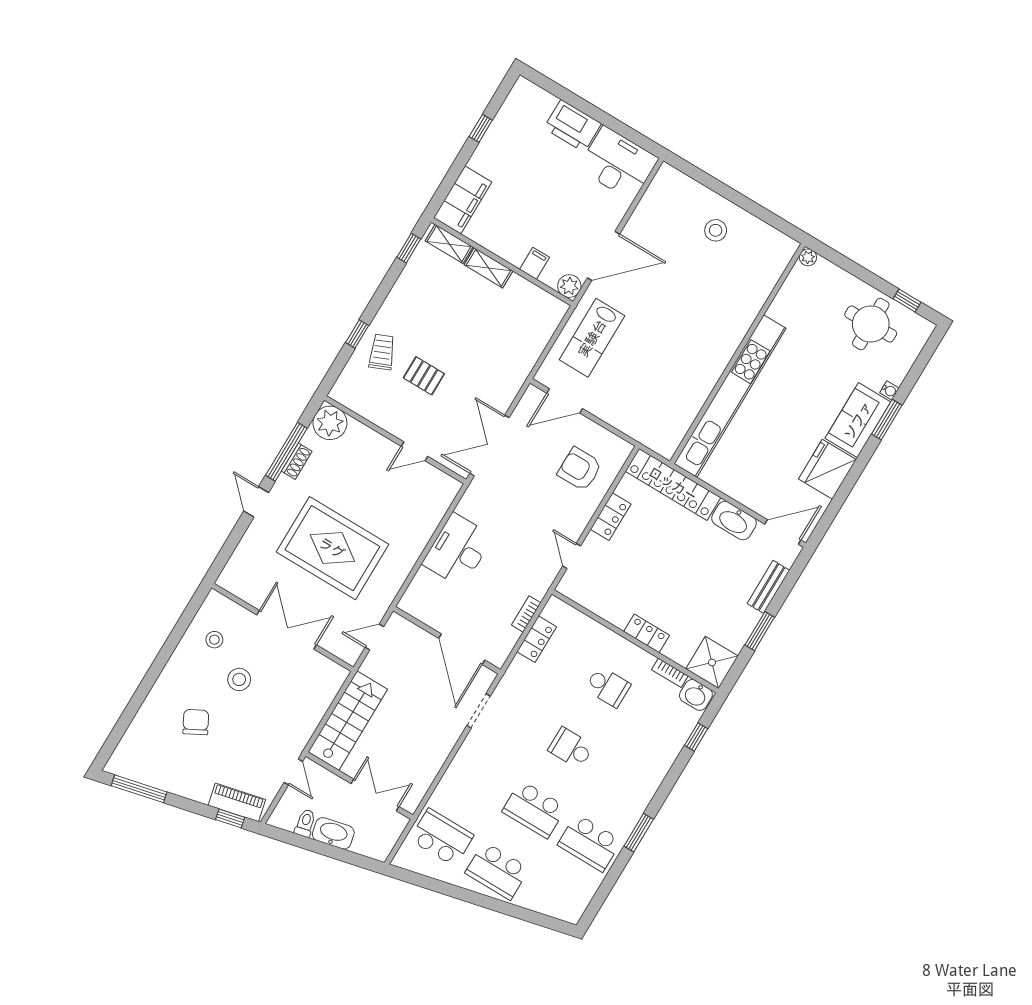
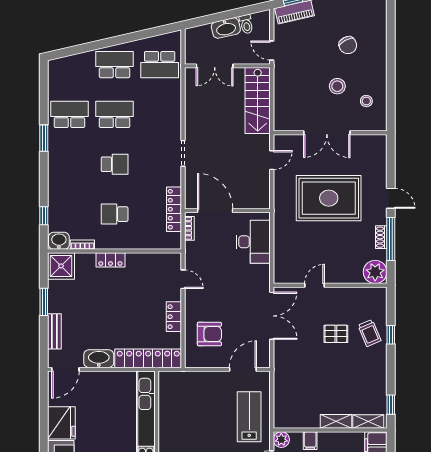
locker: (537, 639) -> (174, 209), width x1.53
wall: (447, 640) -> (227, 211), moved
door: (462, 649) -> (215, 211), moved

